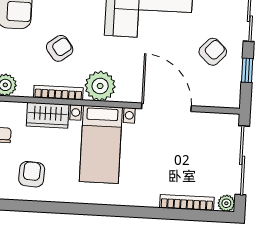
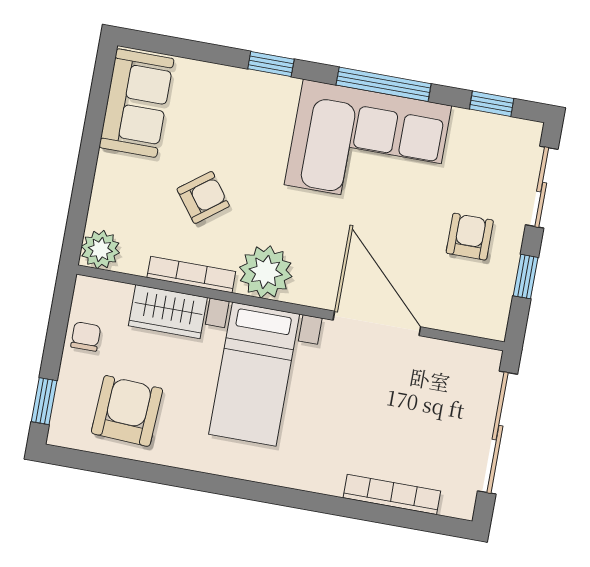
armchair: (213, 52) -> (470, 237), turned -43
armchair: (32, 174) -> (127, 411), width x1.38, depth x1.38
plant: (226, 203) -> (461, 504), removed

